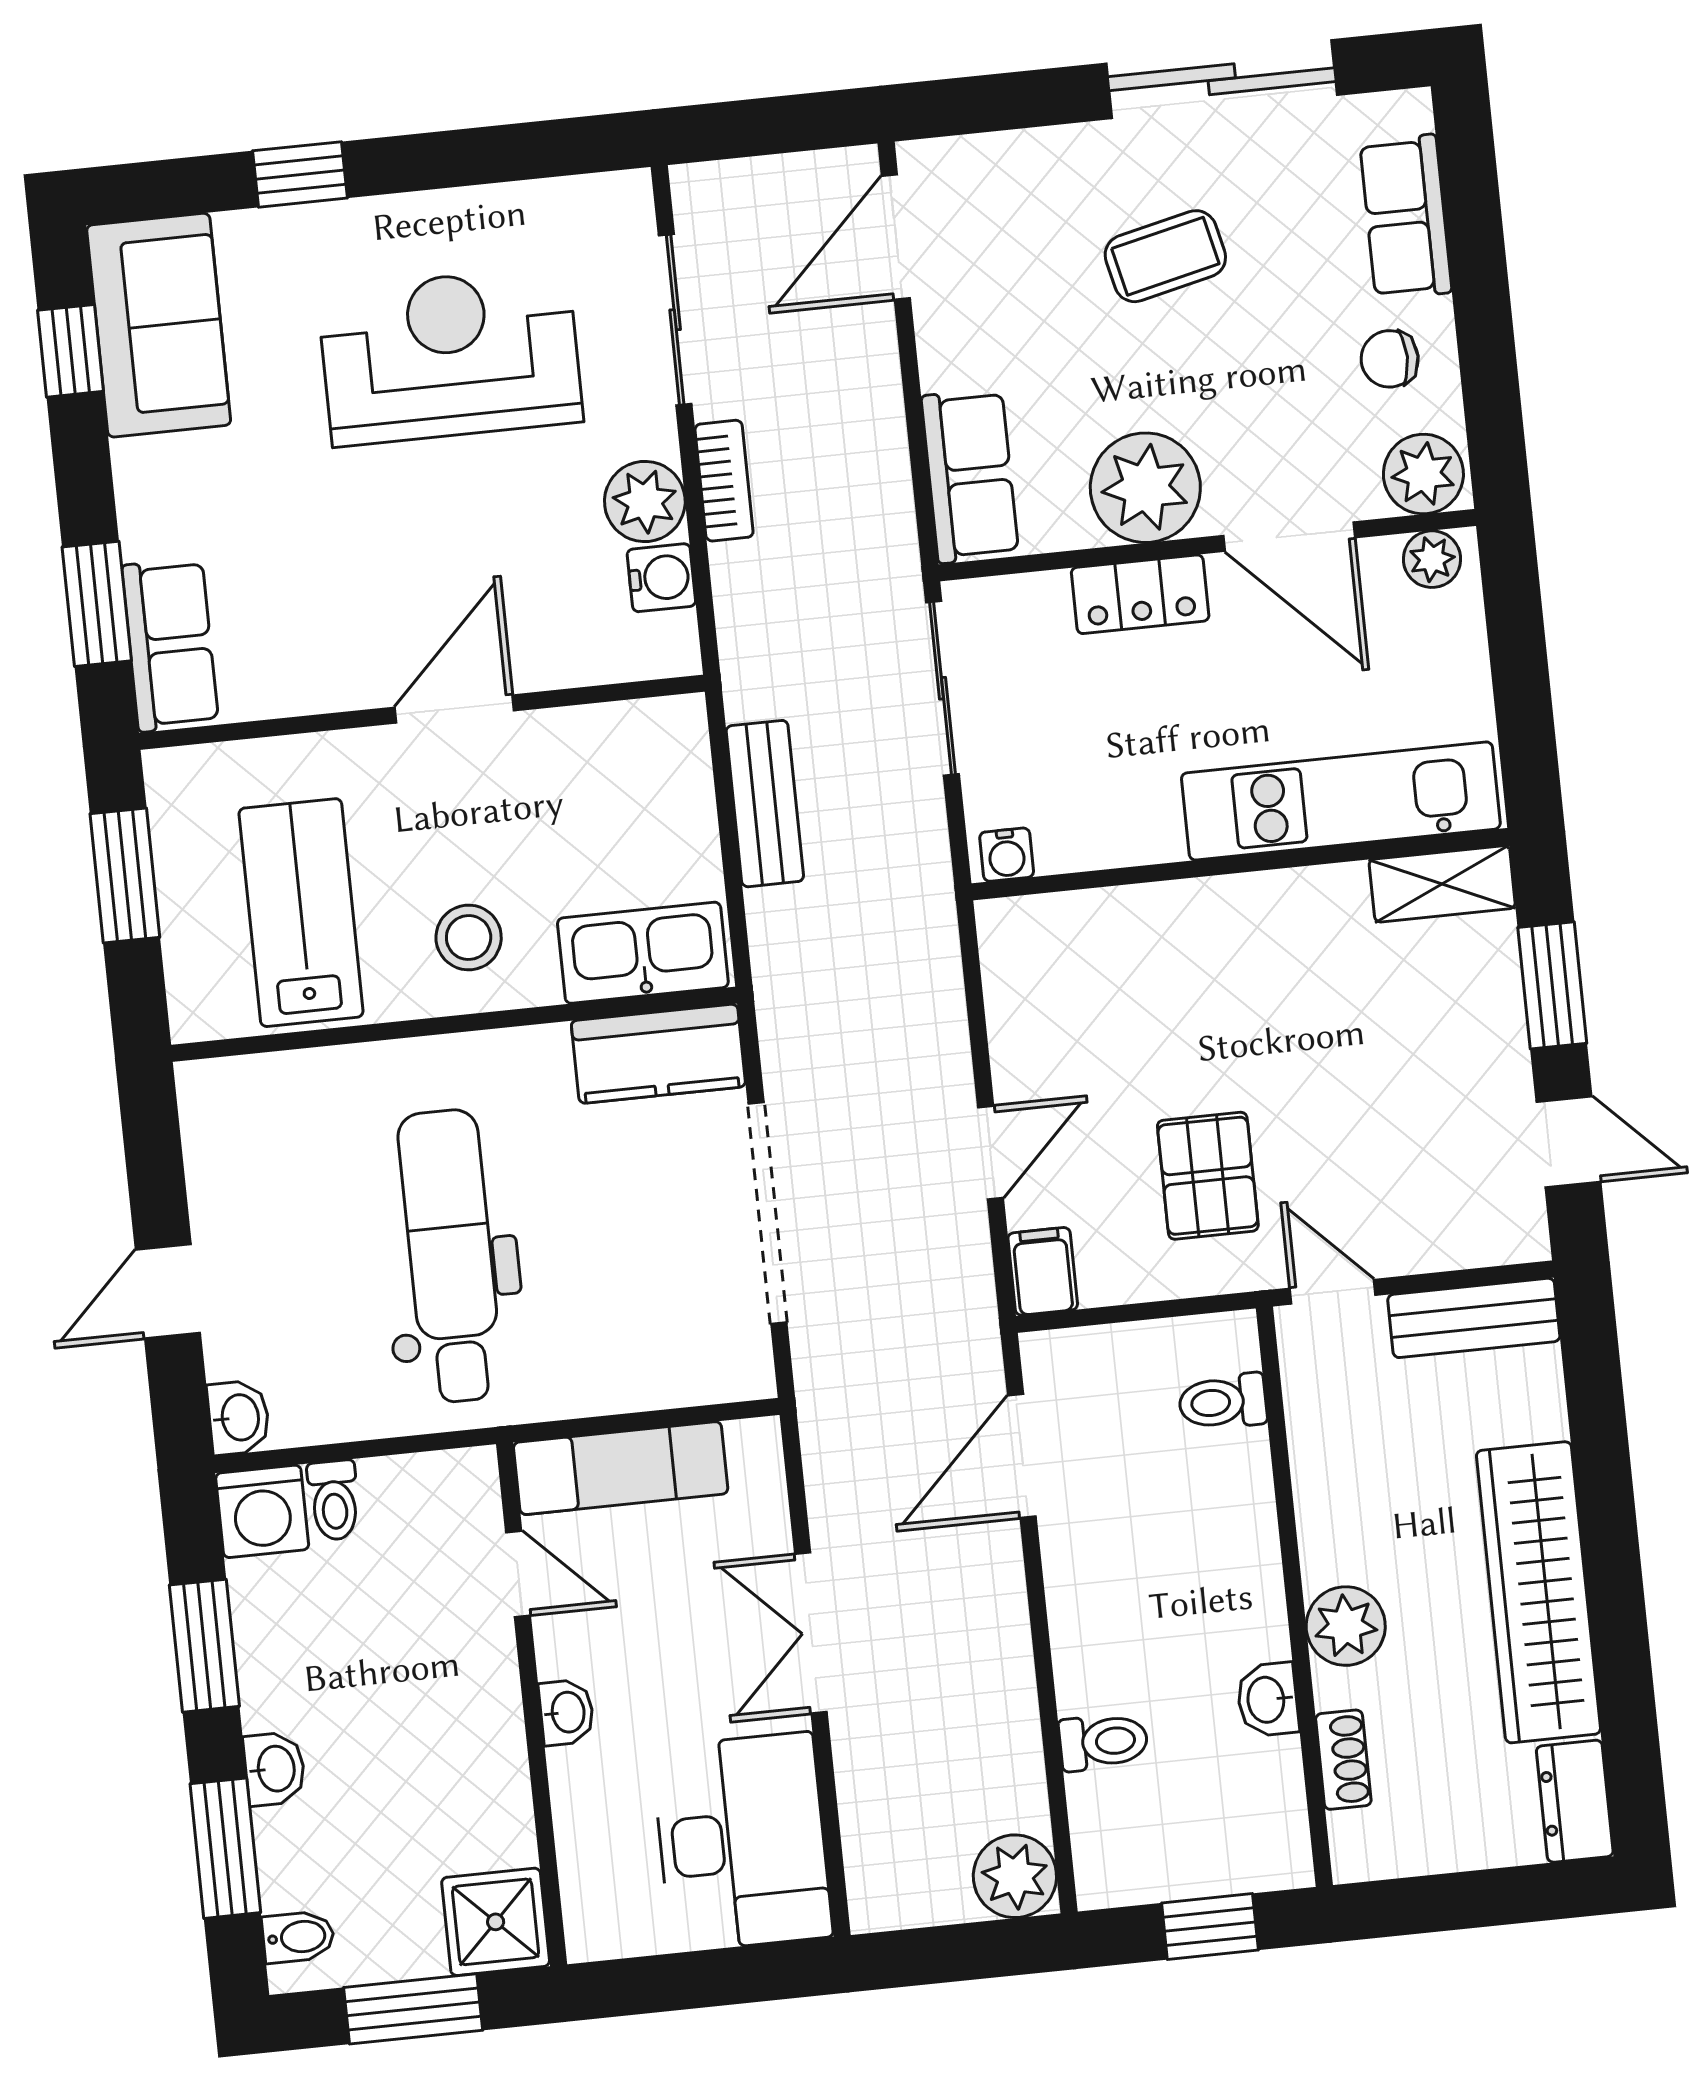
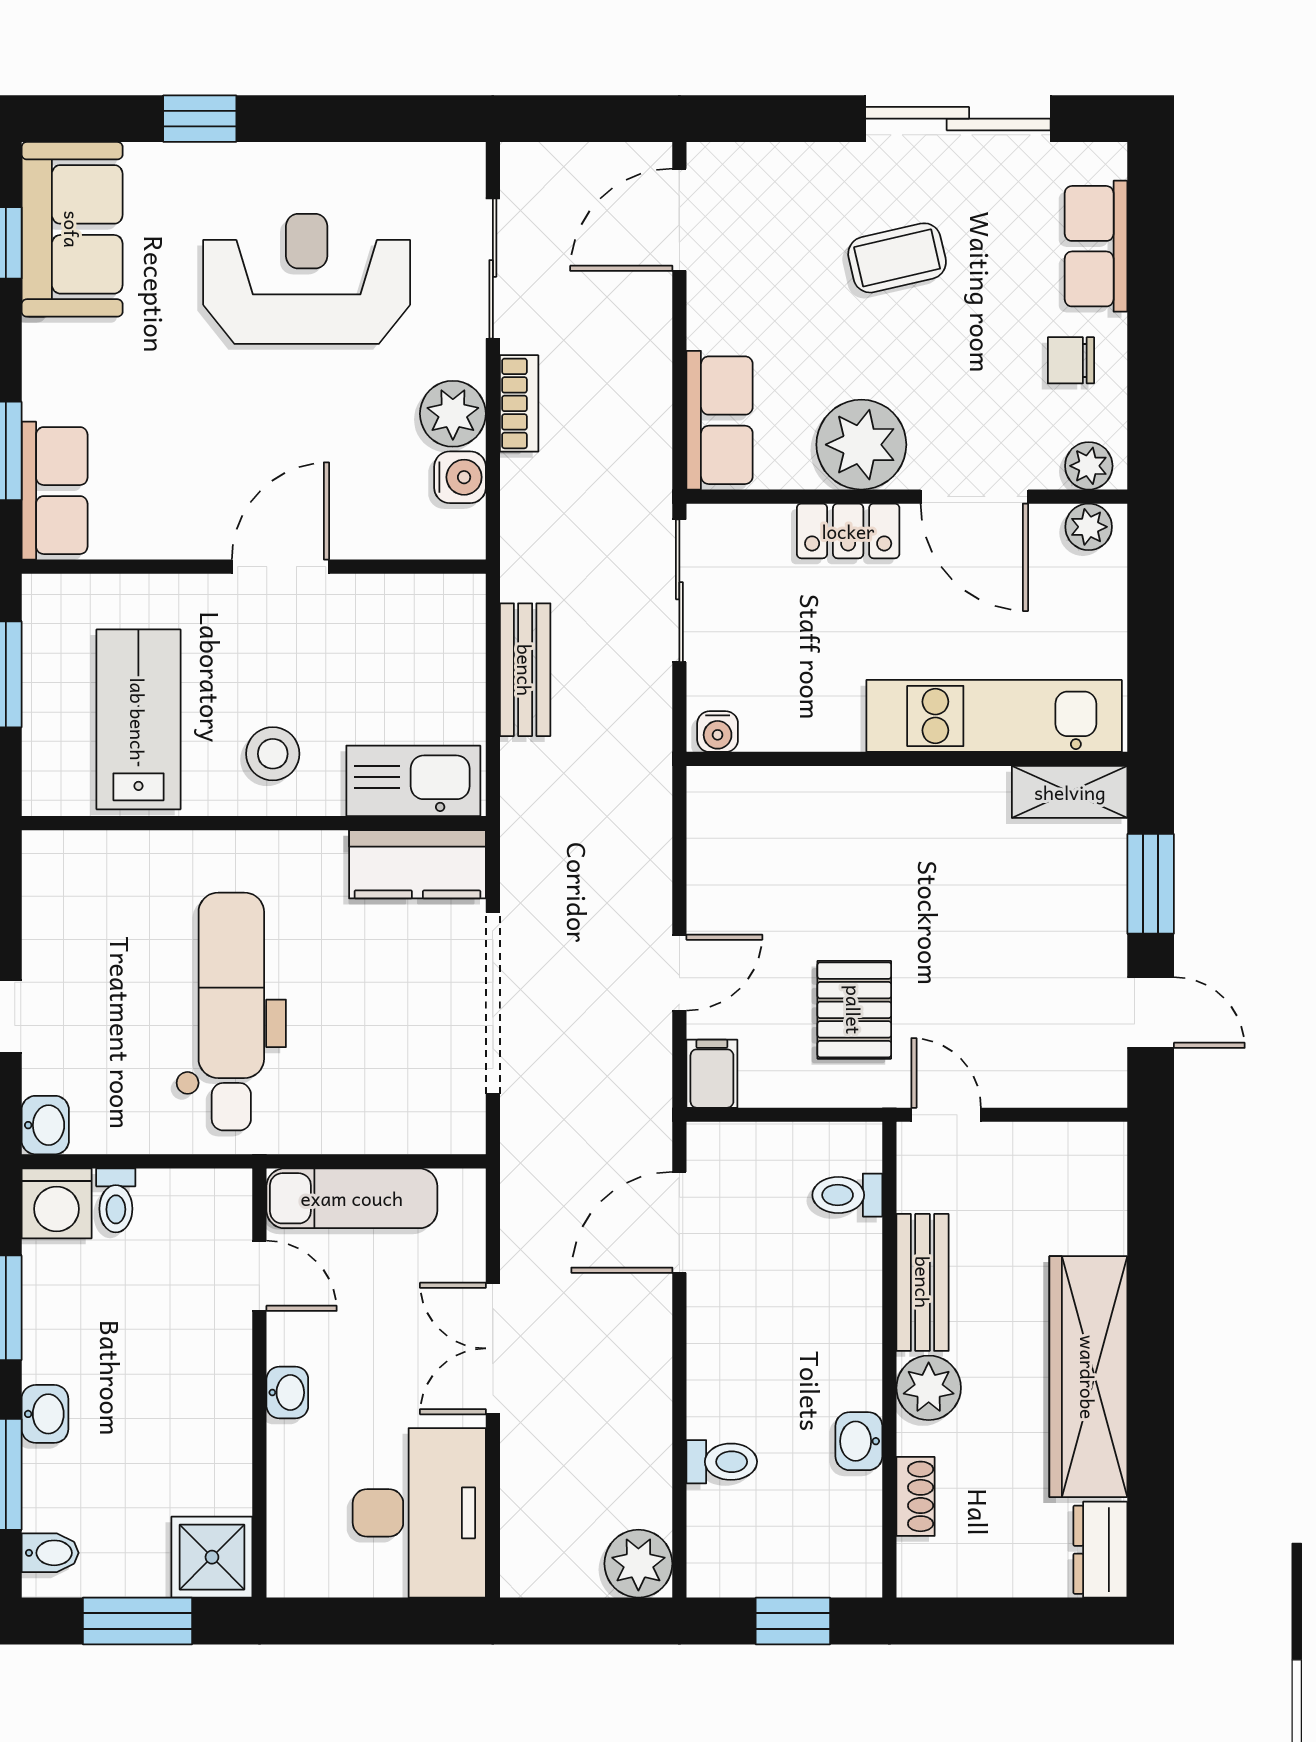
plant: (1423, 474) -> (1089, 466), width x0.73, depth x0.73
bench: (1474, 1318) -> (923, 1282), moved, turned 90

